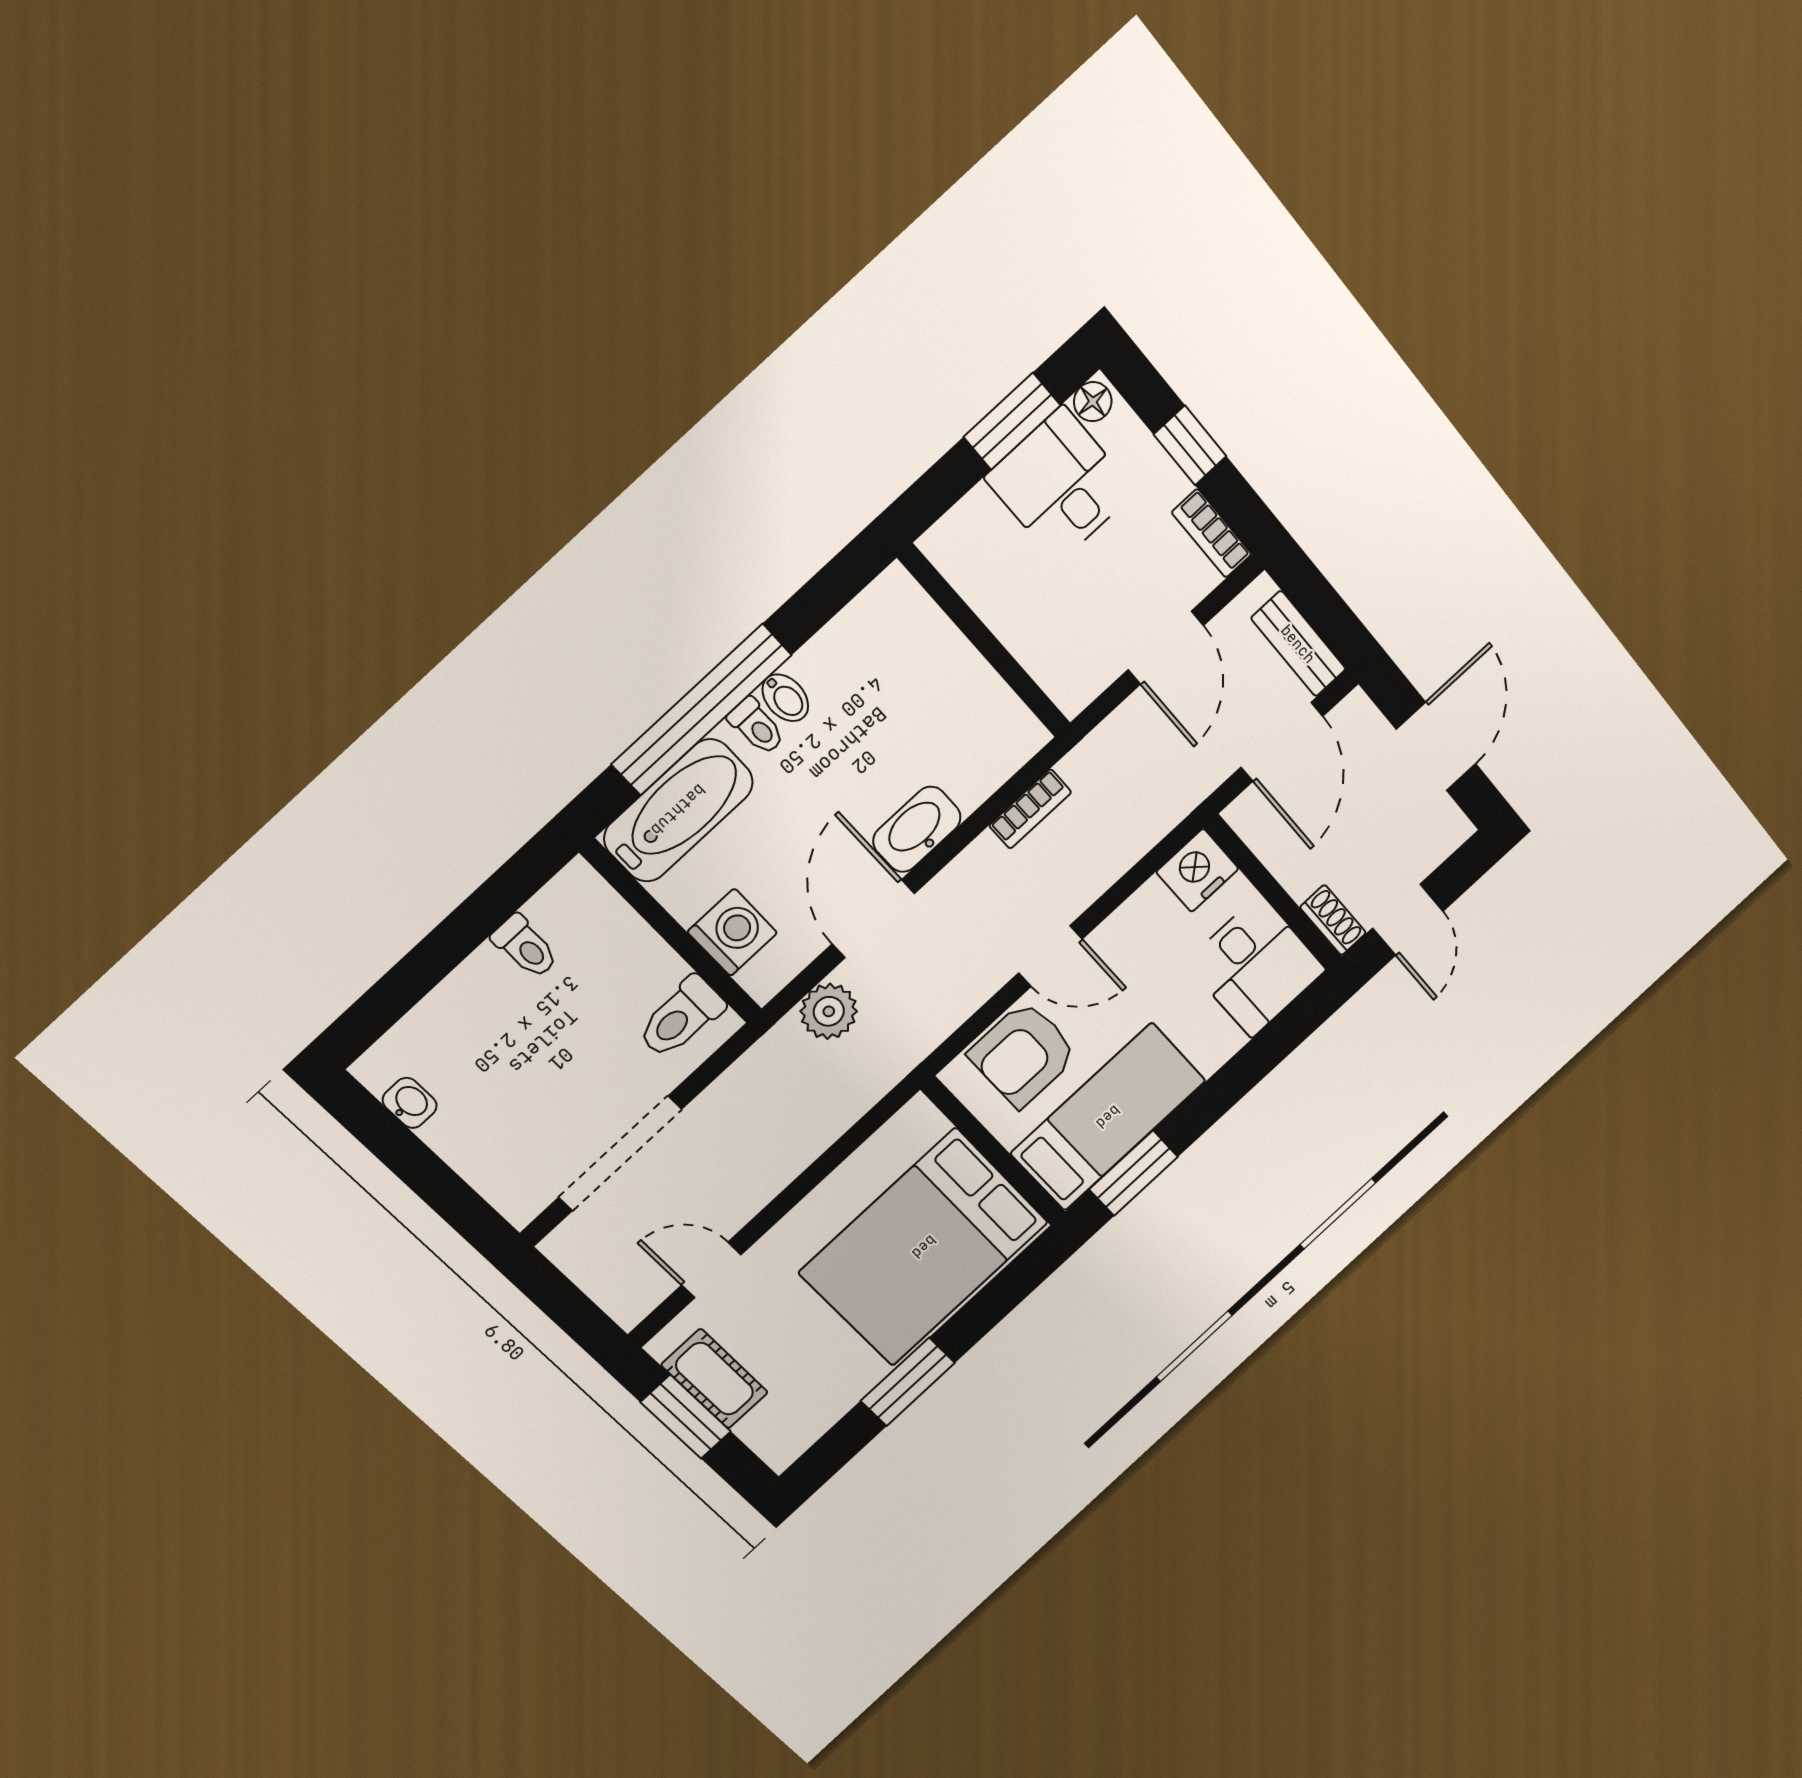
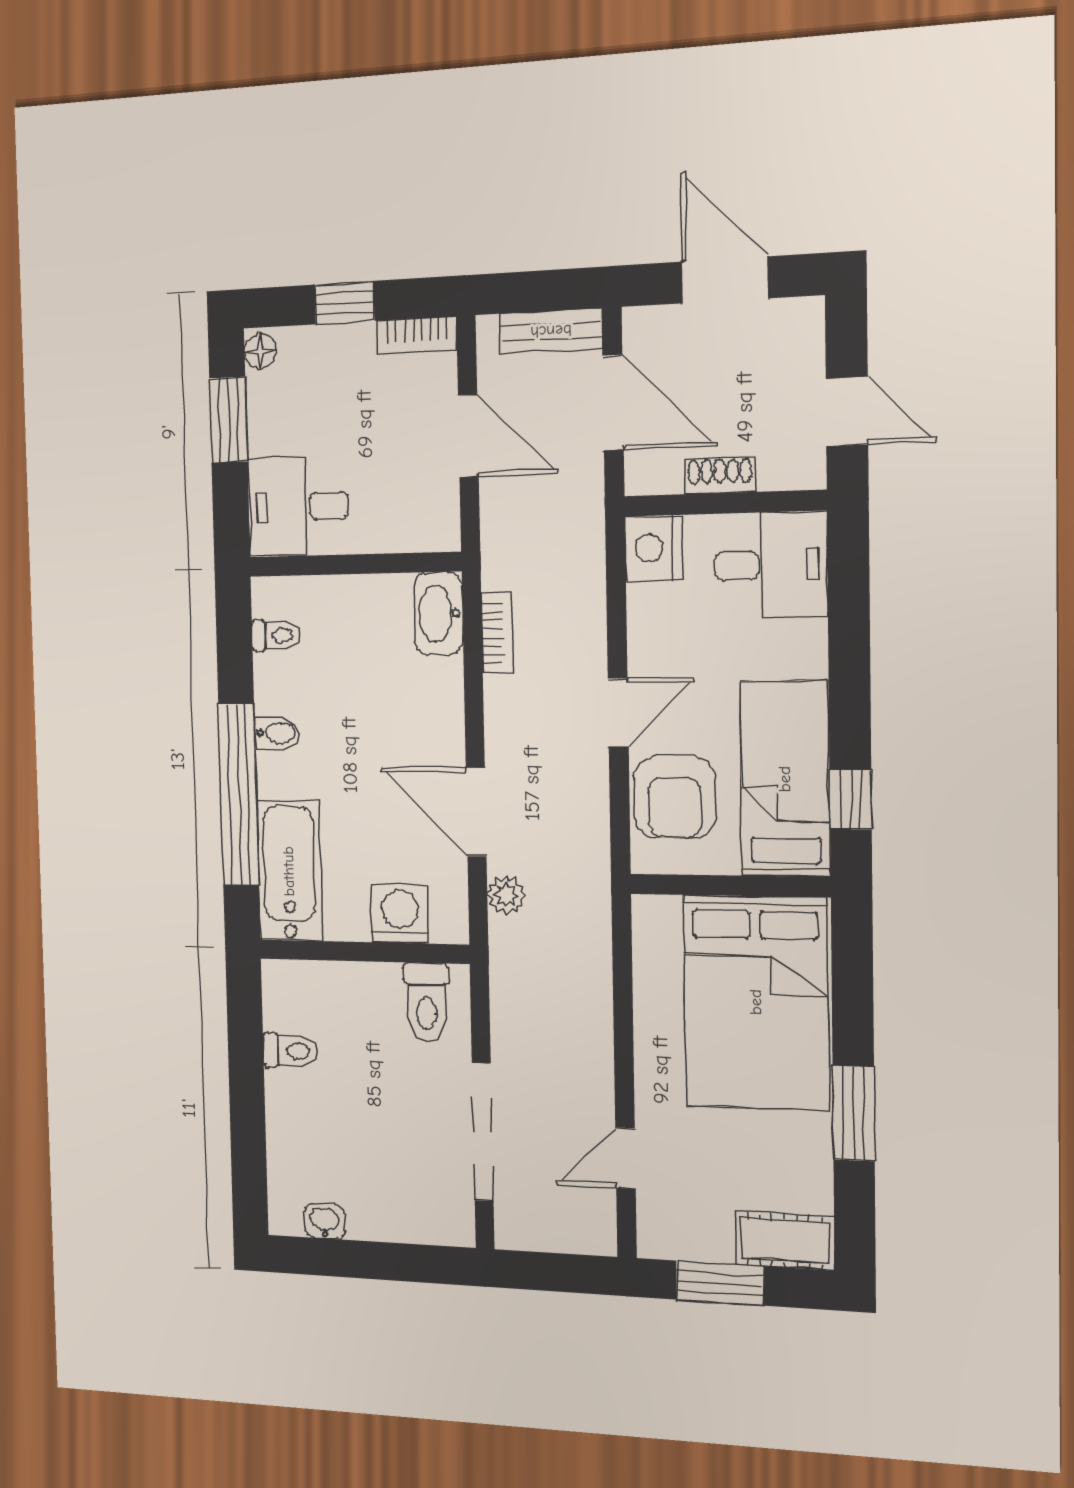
desk: (1060, 485) -> (298, 507), moved
toilet: (757, 726) -> (276, 635), moved
washbasin: (917, 829) -> (438, 613), moved
shoe rack: (1333, 920) -> (720, 476), moved
plant: (829, 1011) -> (506, 895), width x0.73, depth x0.73
window: (1134, 1173) -> (851, 799), width x0.67
cot: (715, 1379) -> (785, 1241), moved

